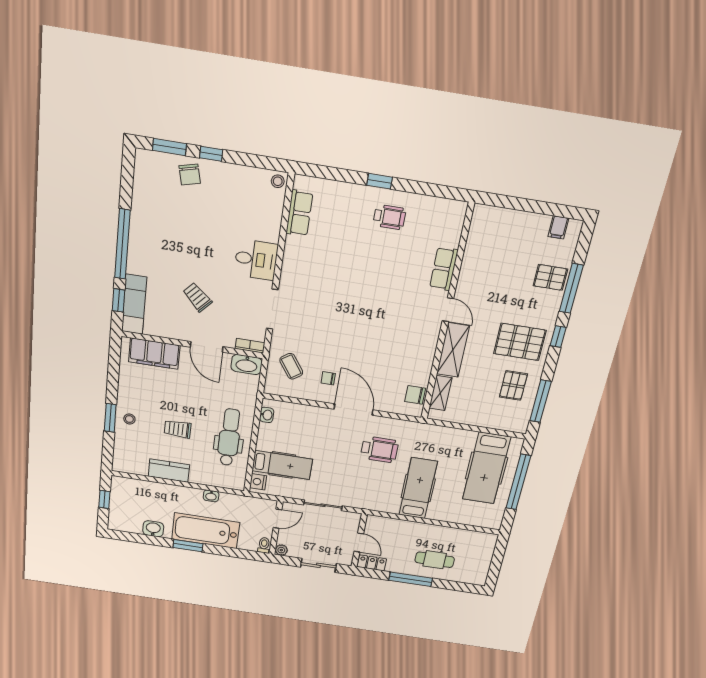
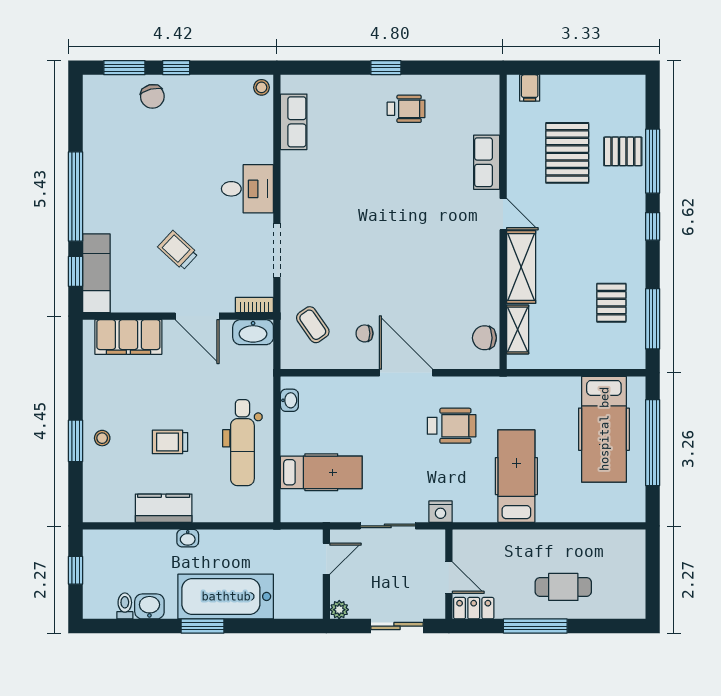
filing cabinet: (558, 227) -> (530, 88), moved
pallet: (520, 342) -> (567, 153), moved, turned 90
dental chair: (229, 437) -> (242, 443), turned 180
nightstand: (258, 482) -> (441, 512), moved, turned -90
washbasin: (211, 496) -> (188, 538), moved
toilet: (264, 545) -> (125, 606), moved

